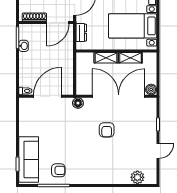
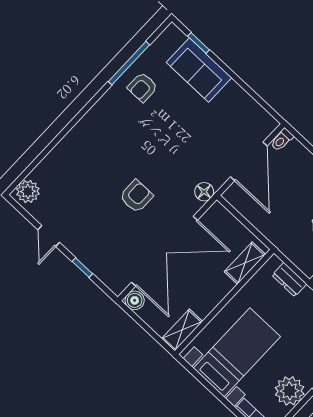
shelving: (106, 58) -> (245, 263), moved
shelving: (130, 58) -> (182, 330), moved
armchair: (107, 130) -> (136, 196), turned 90
sofa: (29, 159) -> (199, 70), width x0.73
plant: (137, 177) -> (28, 191), moved

